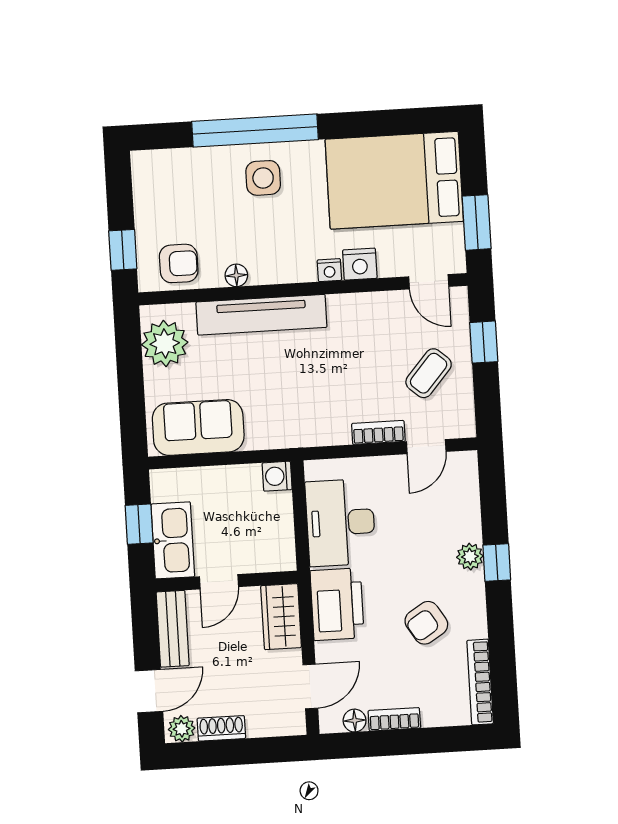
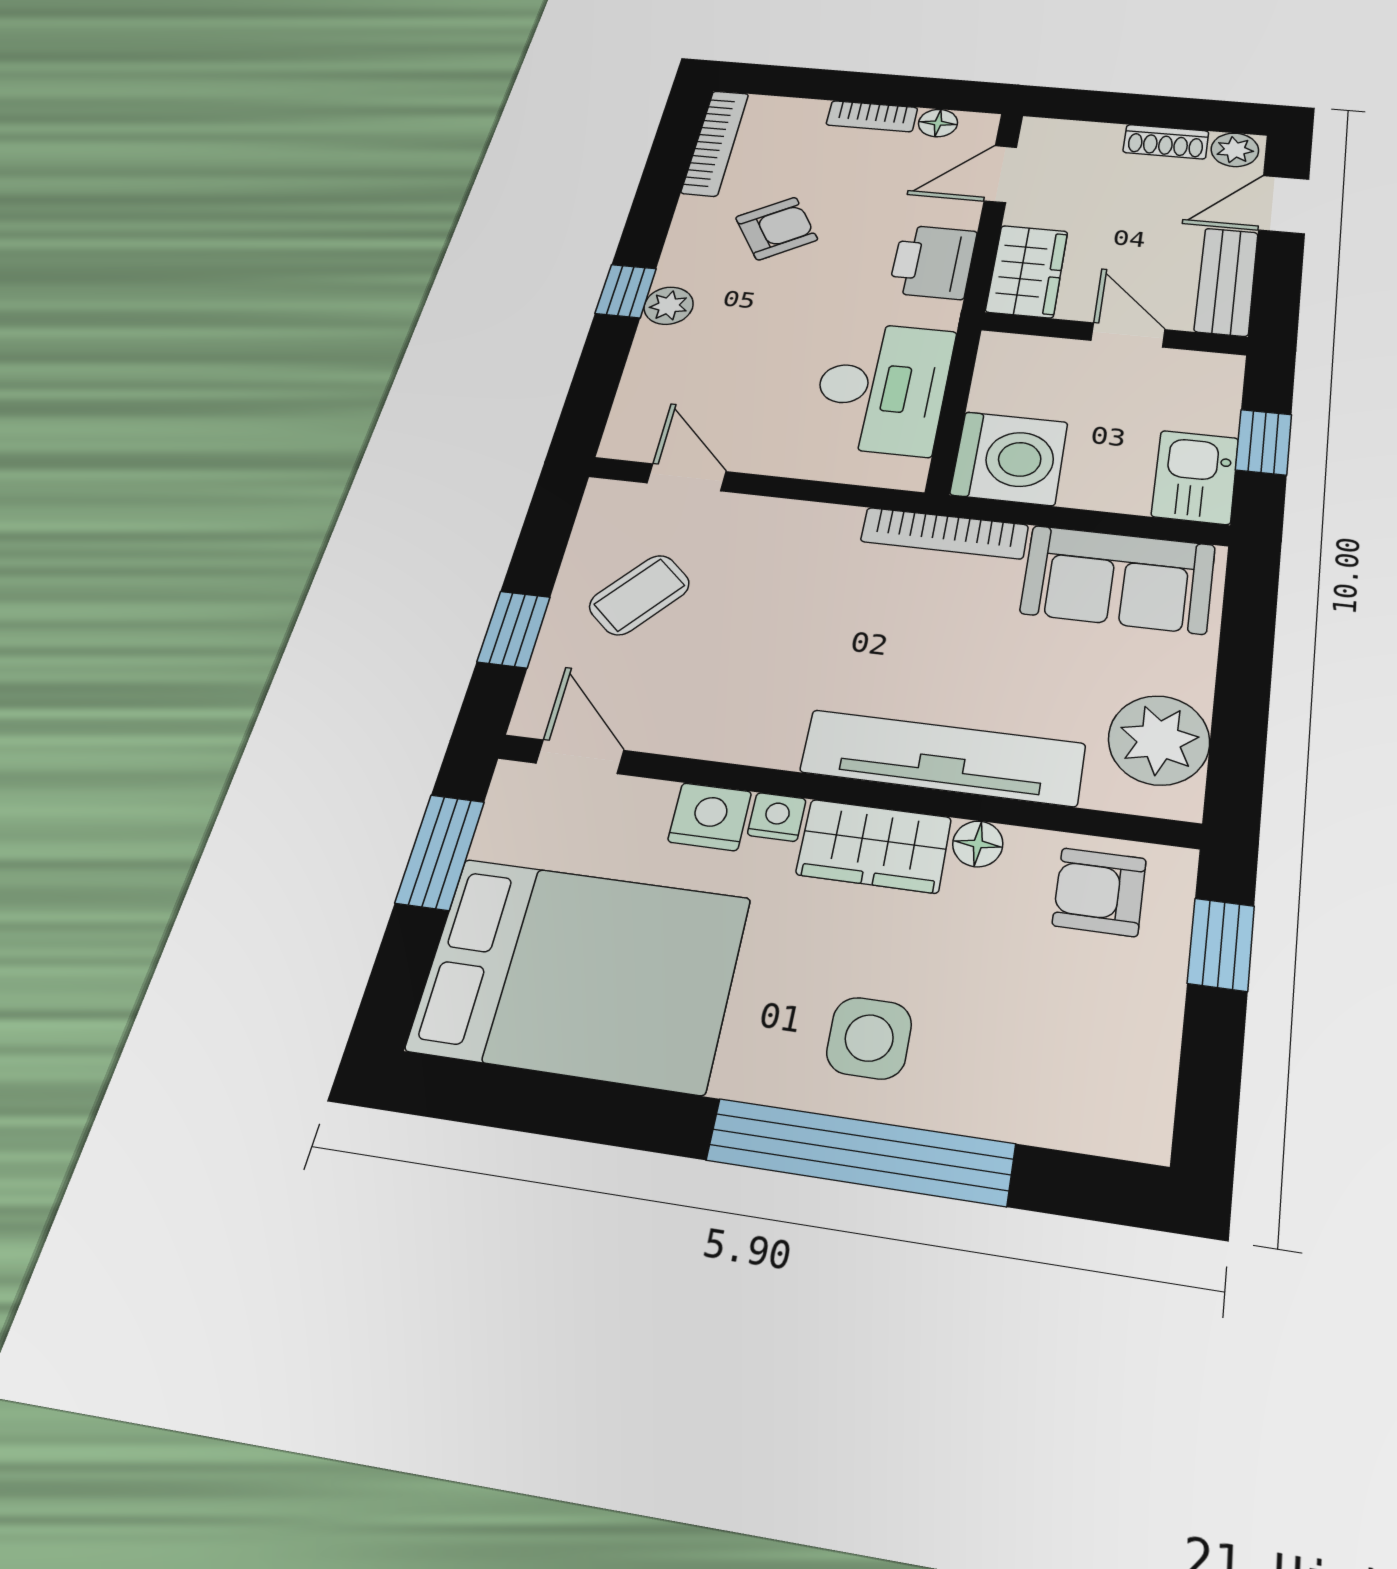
wardrobe: (282, 265) -> (874, 846), added
bookcase: (378, 432) -> (944, 533), moved, width x1.56
door: (426, 447) -> (687, 477), hinge flipped
washing machine: (277, 476) -> (1009, 458), width x1.89, depth x1.89
kitchen sink: (173, 540) -> (1195, 477), moved, width x0.73
door: (219, 582) -> (1128, 335), hinge flipped
printer: (337, 604) -> (933, 262), width x0.73, depth x0.84

